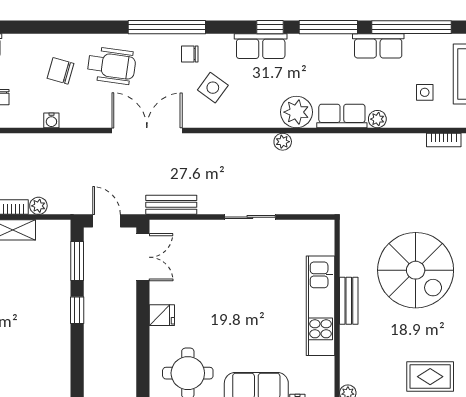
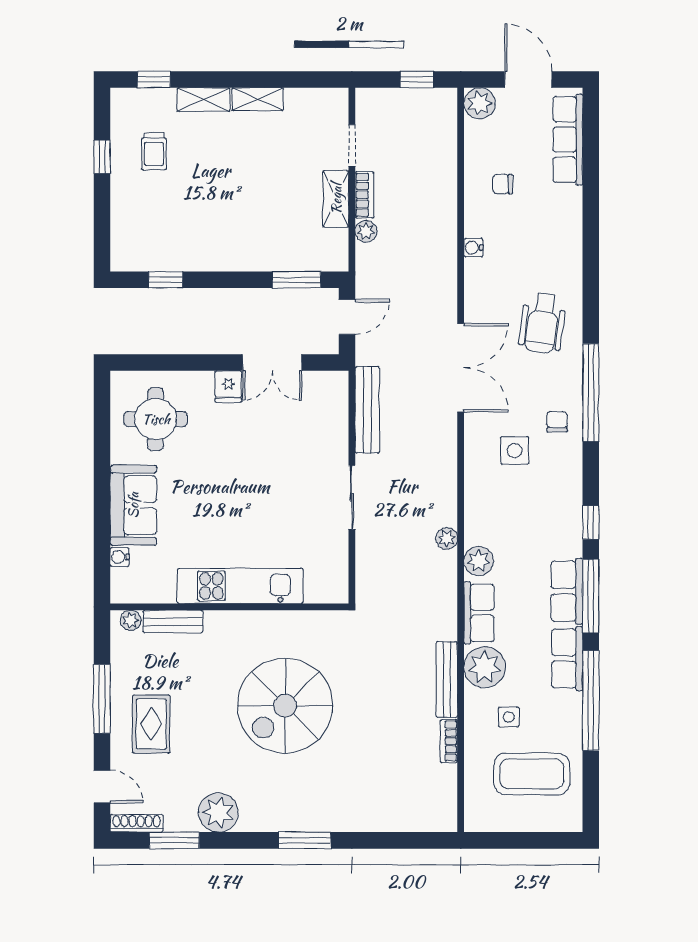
row of seats: (261, 46) -> (567, 591), moved
chair: (60, 71) -> (536, 259), removed
side table: (213, 88) -> (515, 450), turned -36
plant: (296, 112) -> (479, 561), width x0.73, depth x0.73
plant: (377, 119) -> (485, 667), width x1.88, depth x1.88
bench: (395, 142) -> (447, 679), added
bench: (171, 205) -> (367, 410), width x1.36
double door: (143, 257) -> (272, 363), moved
bench: (349, 301) -> (173, 622), moved
window: (77, 310) -> (166, 280), moved

